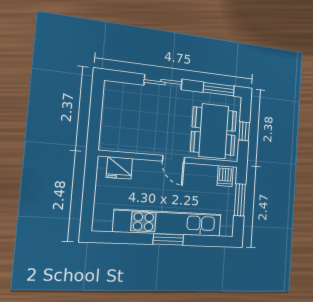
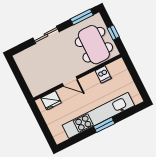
door: (173, 159) -> (70, 81), moved
dishwasher: (225, 176) -> (103, 74), moved
window: (240, 200) -> (135, 76), removed

